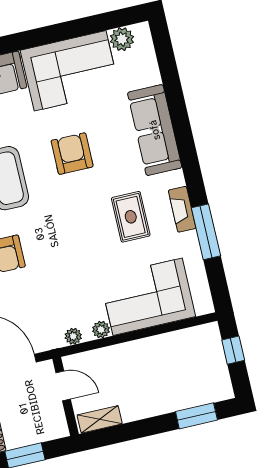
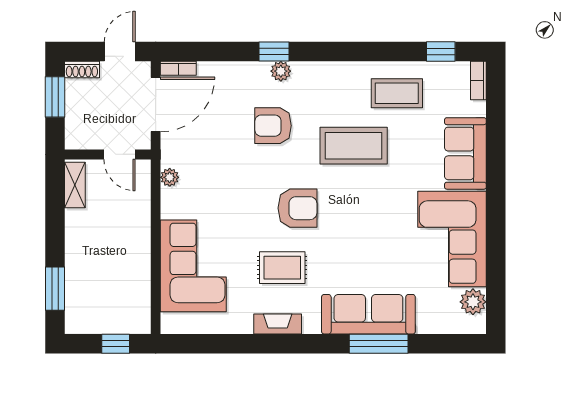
armchair: (72, 154) -> (298, 208), moved
window: (206, 232) -> (379, 344), moved
plant: (101, 330) -> (170, 208), removed
door: (63, 386) -> (119, 154), hinge flipped

